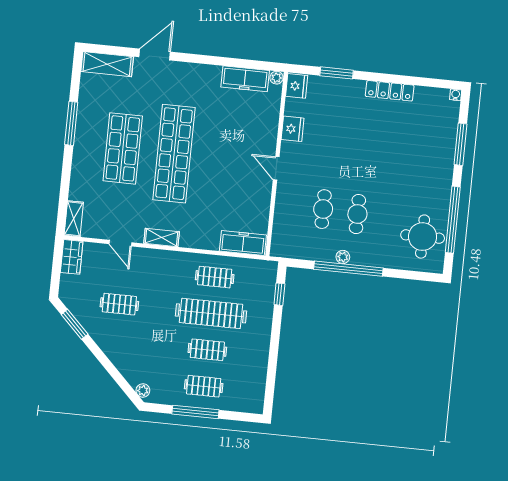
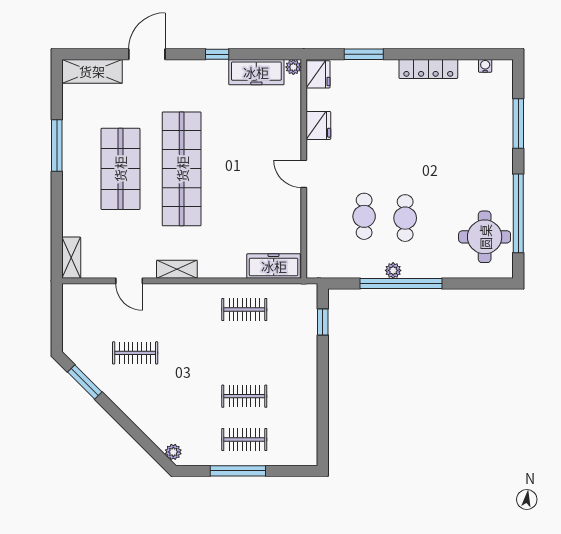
window: (214, 60) -> (217, 54), added
water cooler: (456, 95) -> (485, 66), moved
wardrobe: (72, 257) -> (73, 303), removed
clothes rail: (211, 313) -> (244, 353), removed

